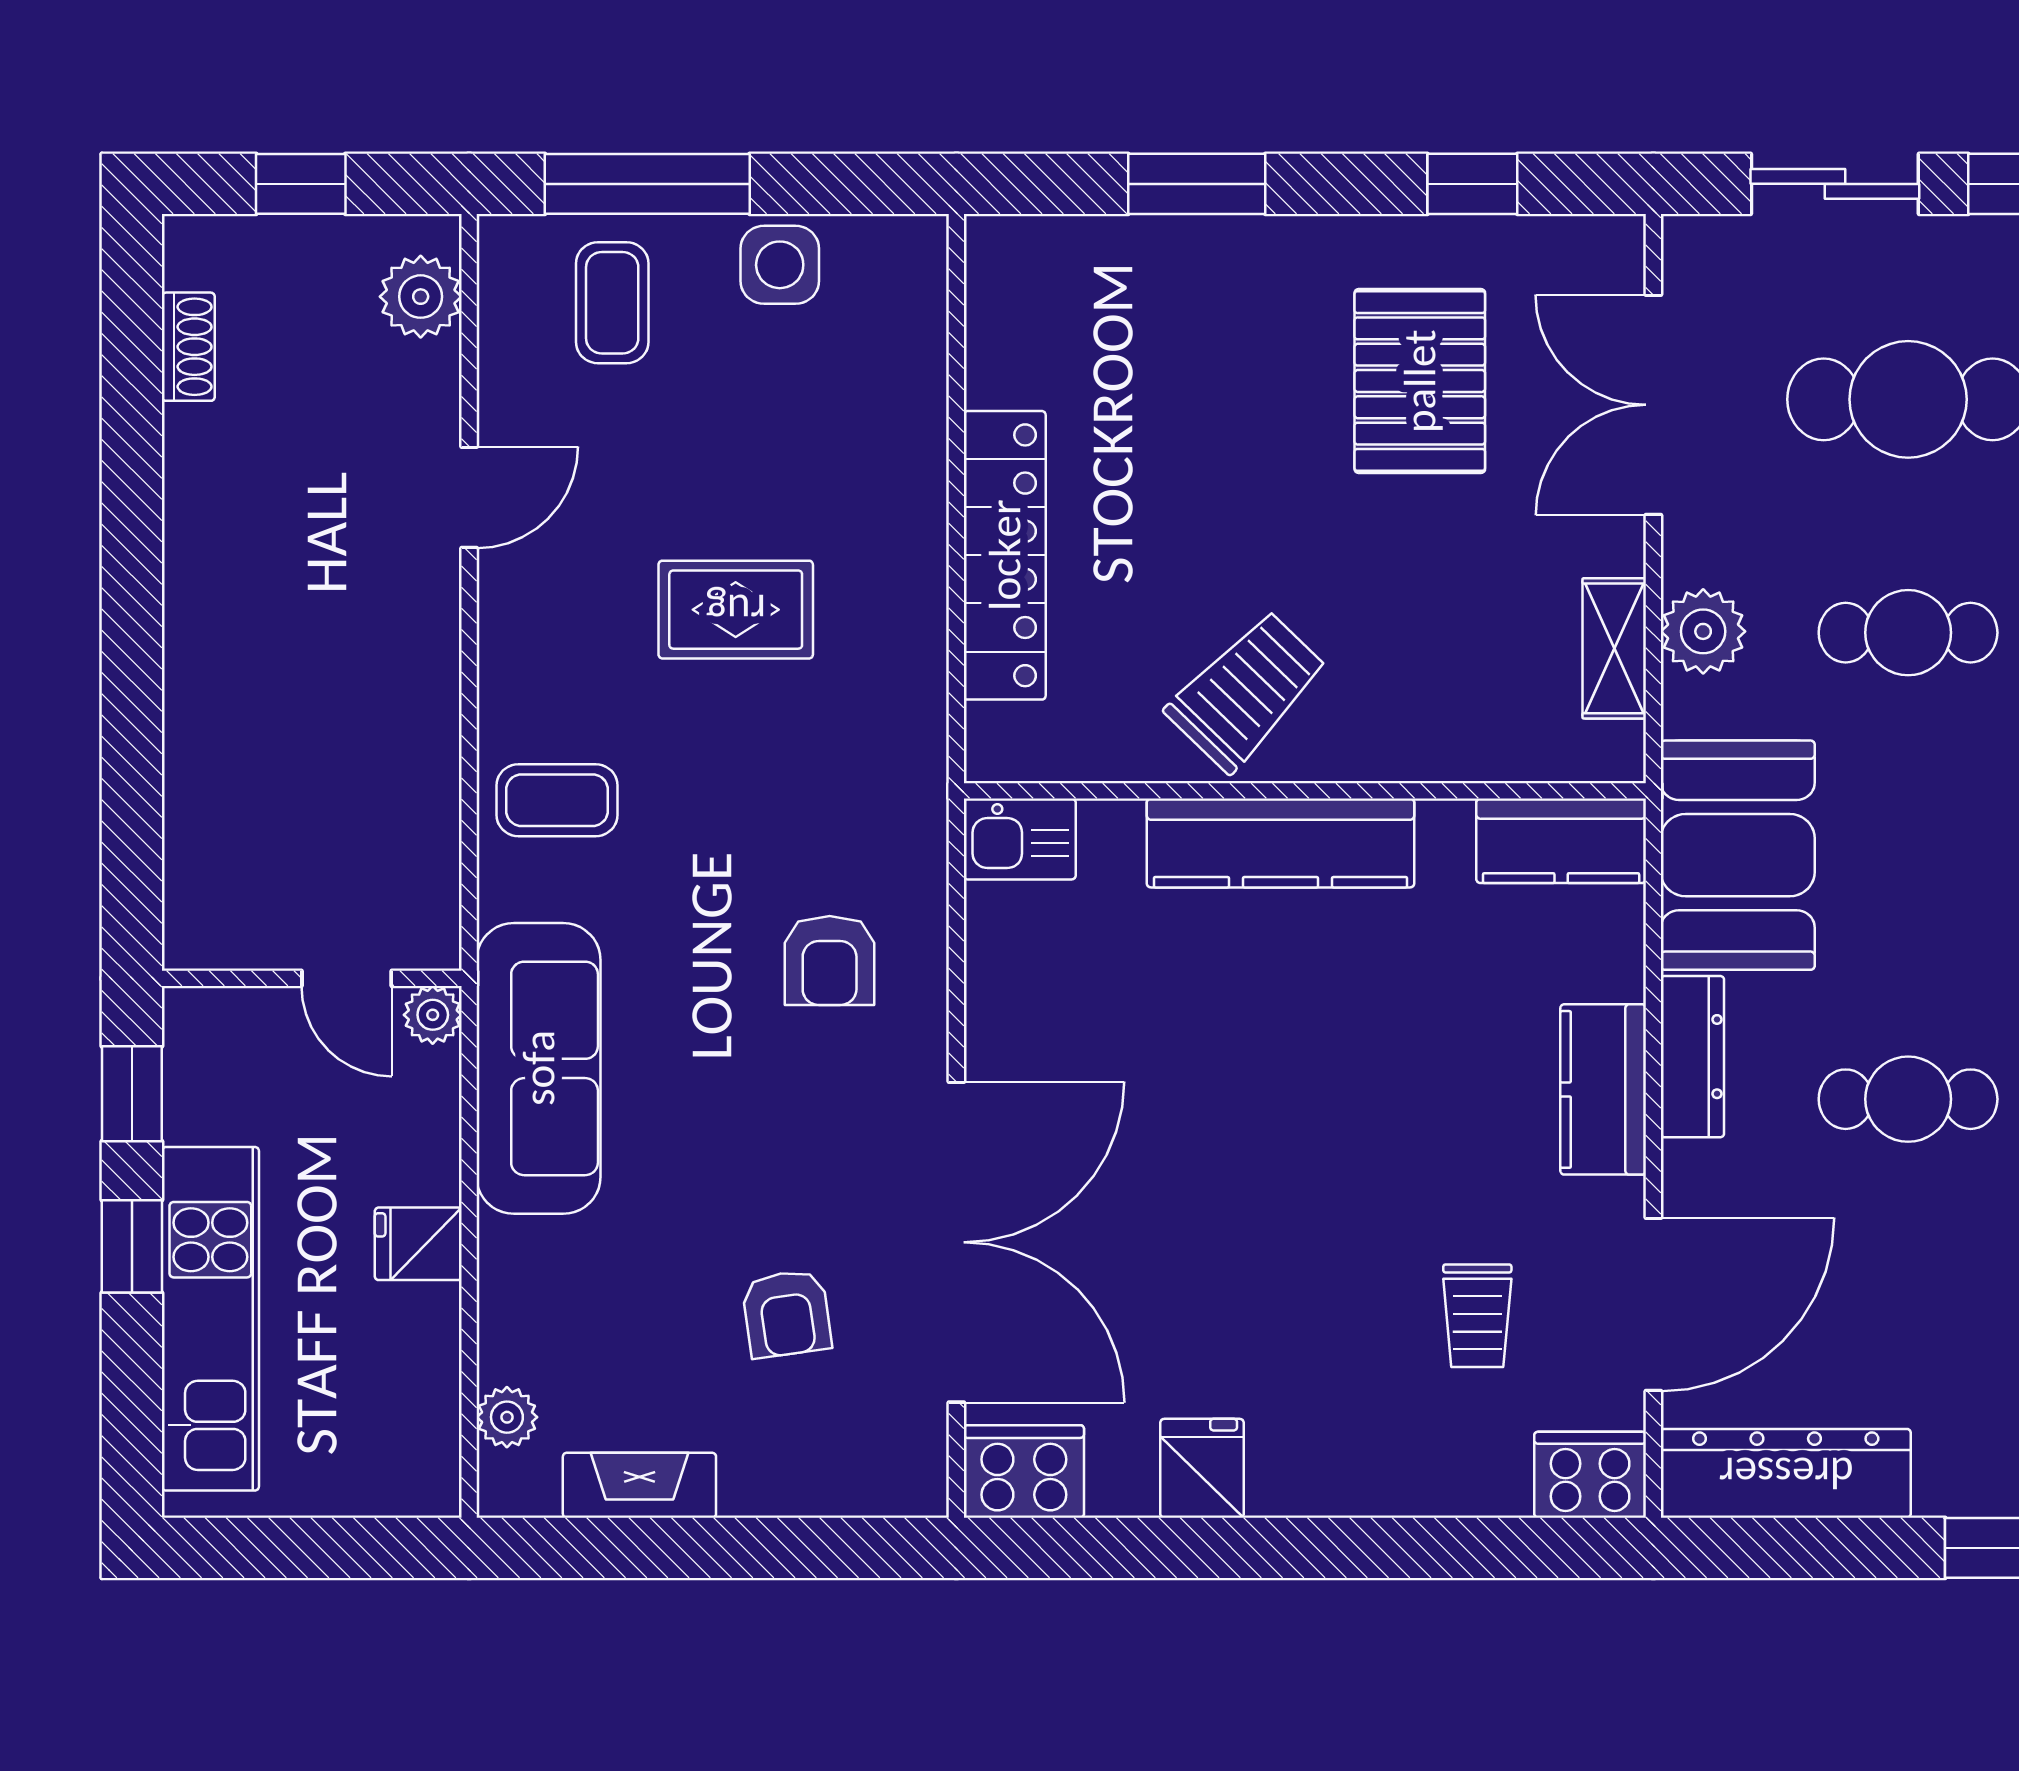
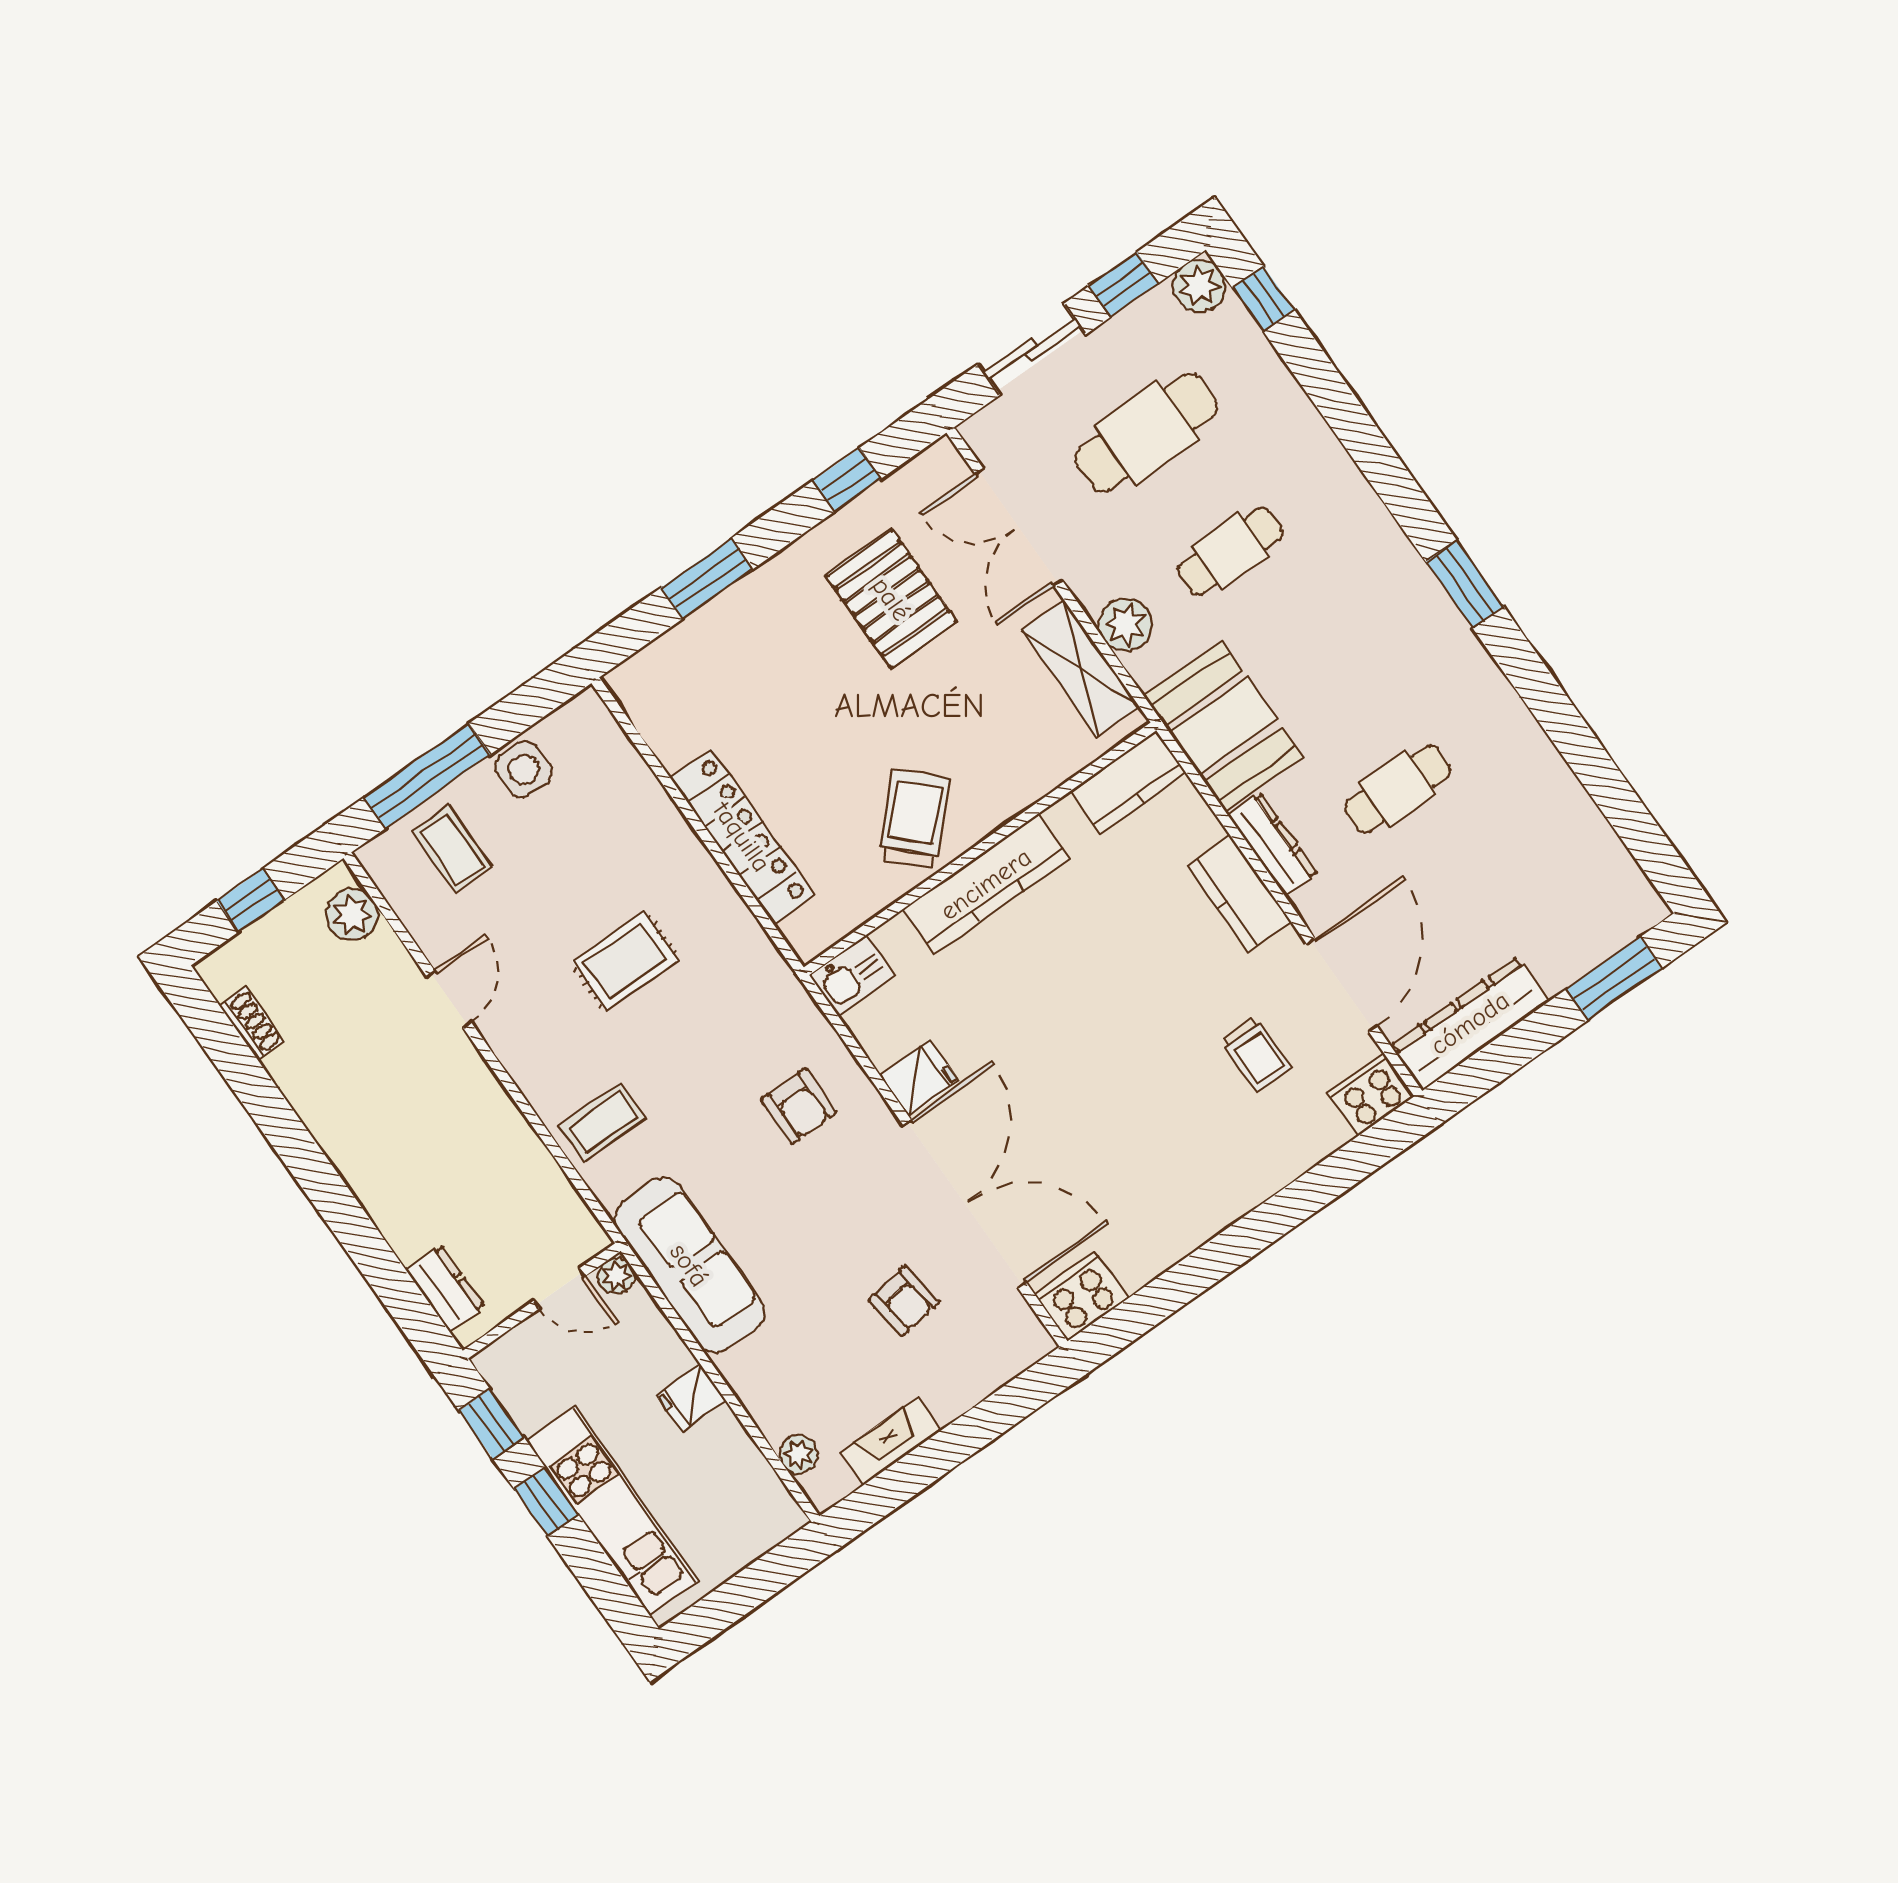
shelving: (1614, 648) -> (1081, 669), width x1.50, depth x1.33
dresser: (197, 873) -> (445, 1288), added
fridge: (1202, 1468) -> (919, 1078), moved, turned 90

